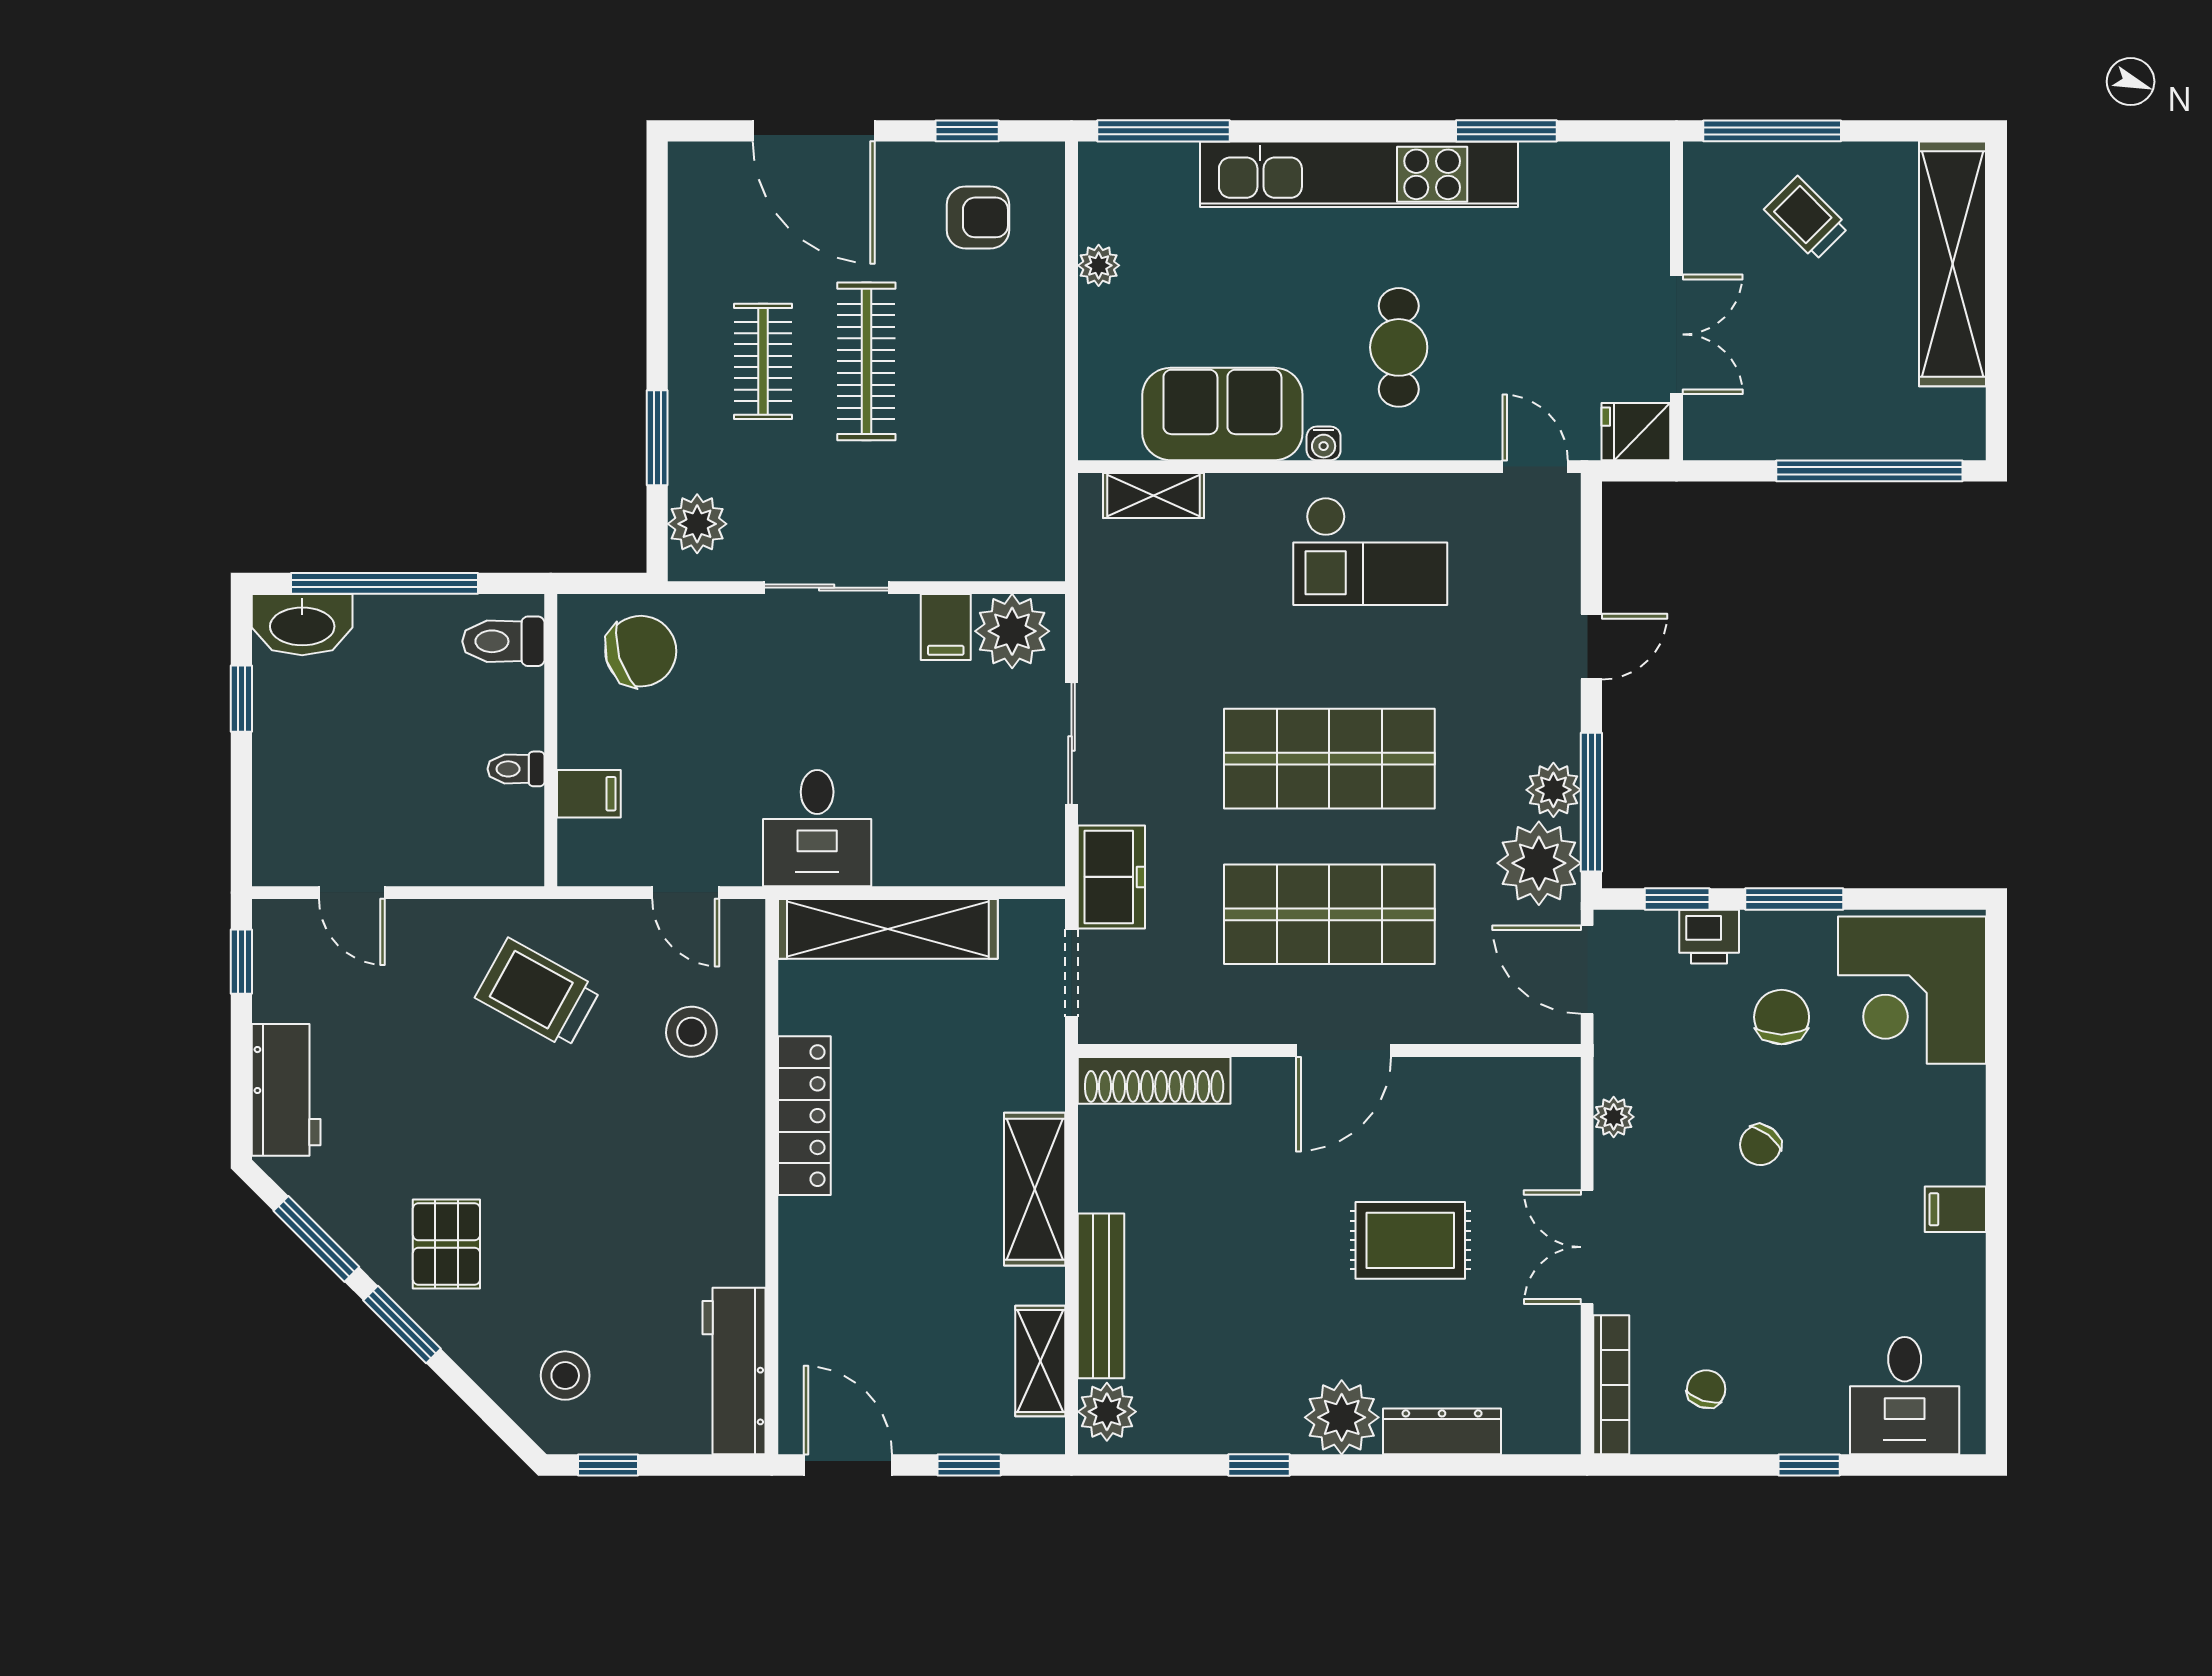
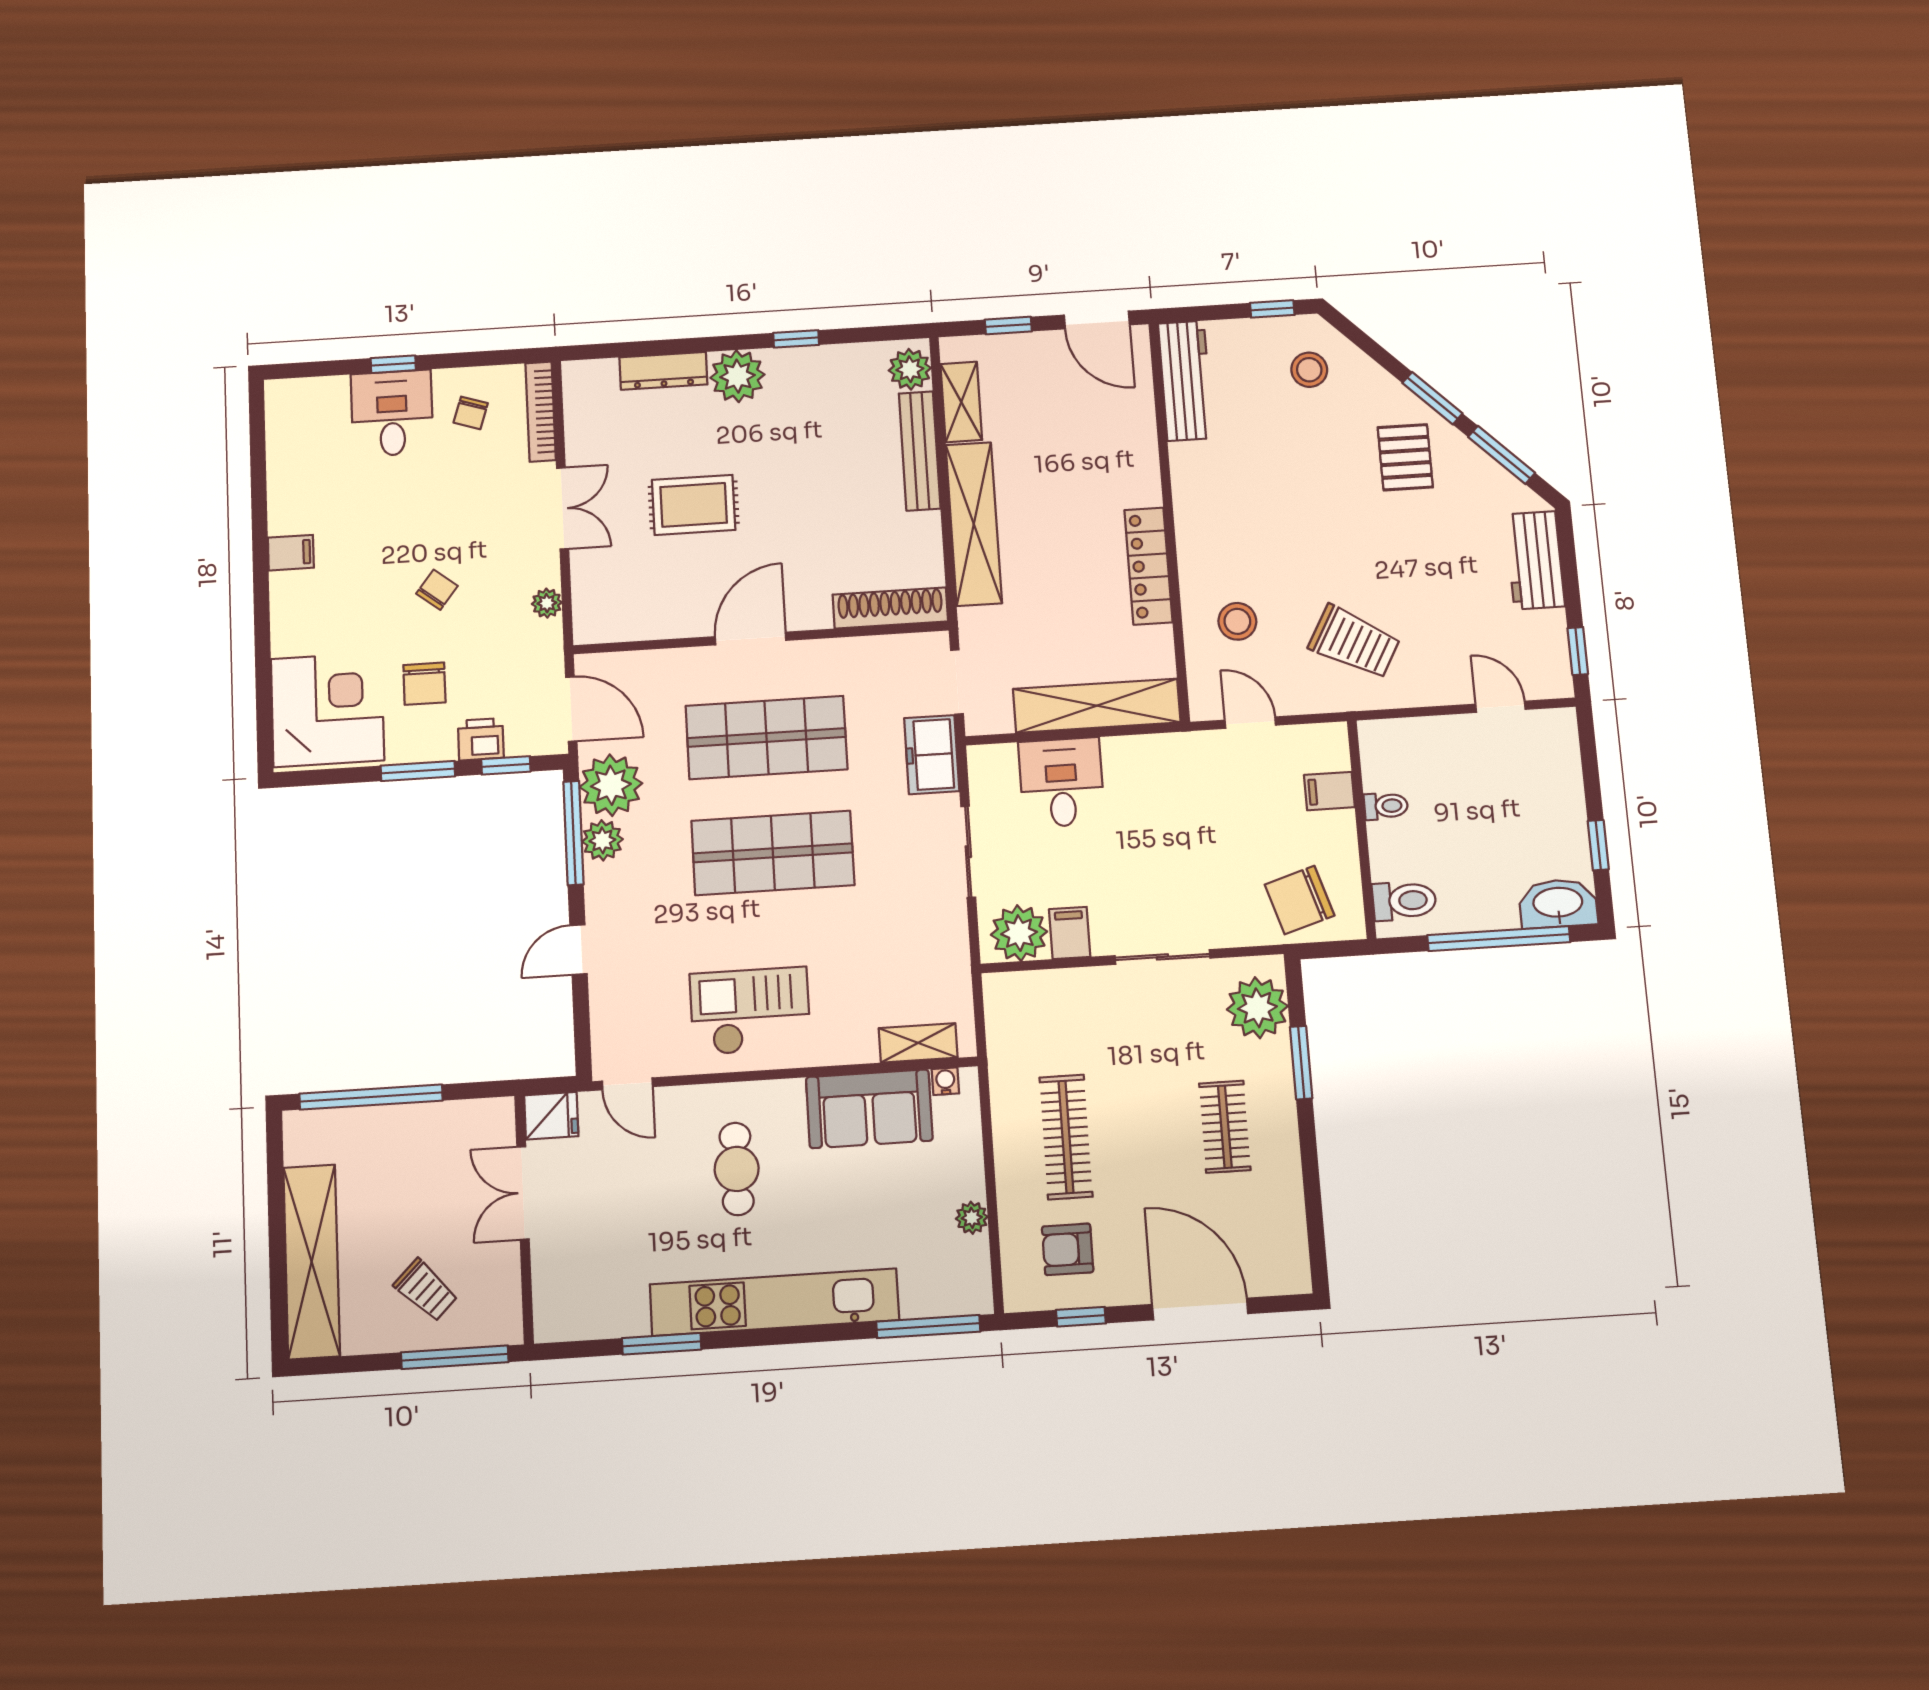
clothes rail: (866, 361) -> (1066, 1137), moved
water cooler: (1324, 443) -> (945, 1081), moved
plant: (697, 524) -> (1257, 1008), width x1.36, depth x1.36
desk: (817, 828) -> (1061, 783), moved
shelving: (1035, 1189) -> (974, 524), width x1.47
desk: (1905, 1396) -> (392, 413), moved

